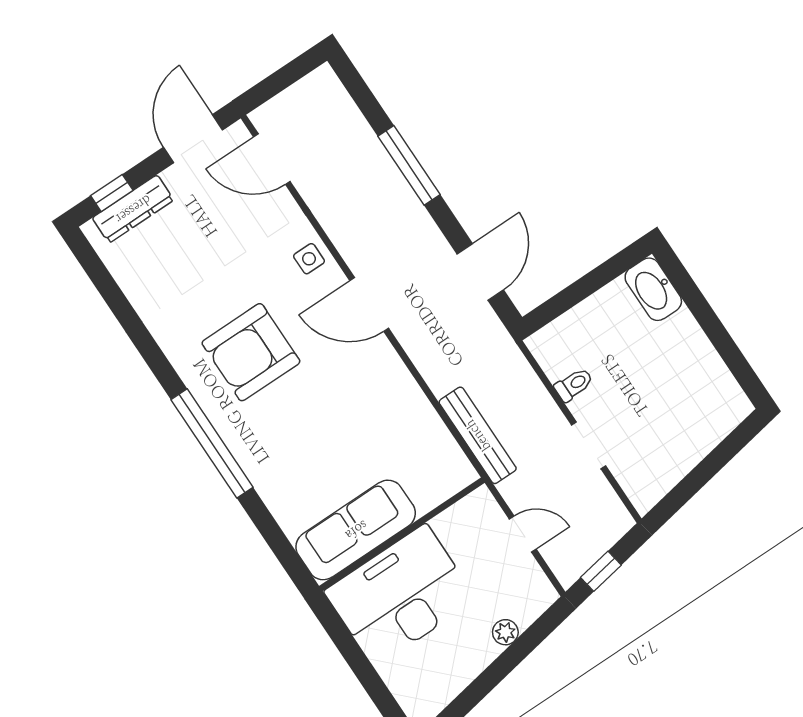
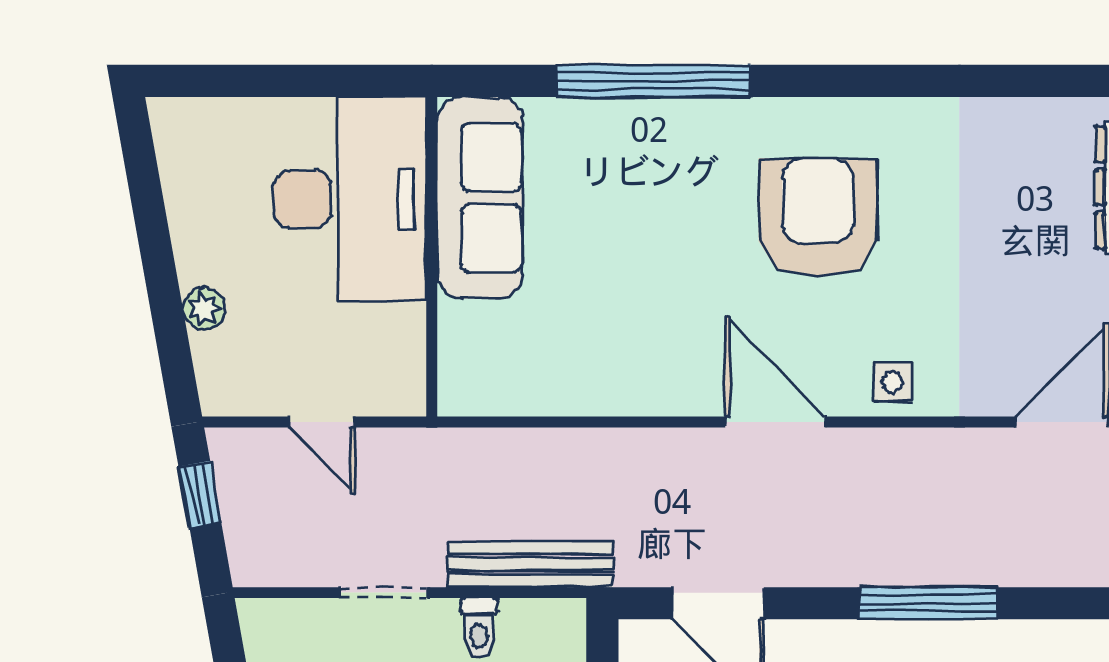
door: (369, 304) -> (775, 422), hinge flipped
bench: (478, 435) -> (530, 564), moved
window: (212, 443) -> (653, 81), moved
door: (523, 534) -> (322, 422), hinge flipped

